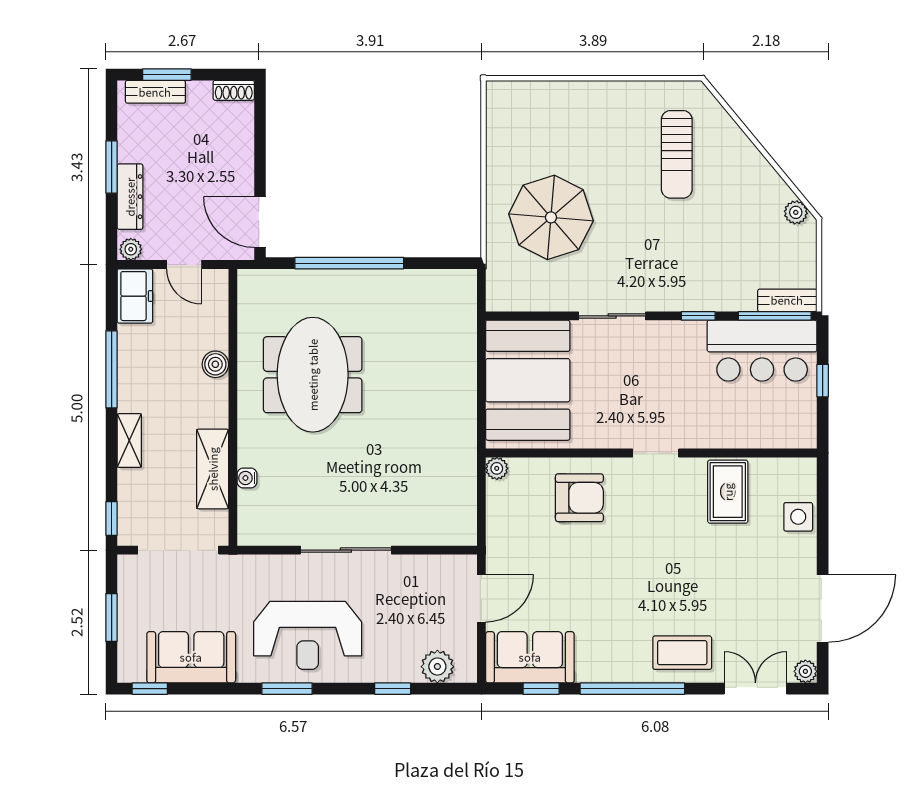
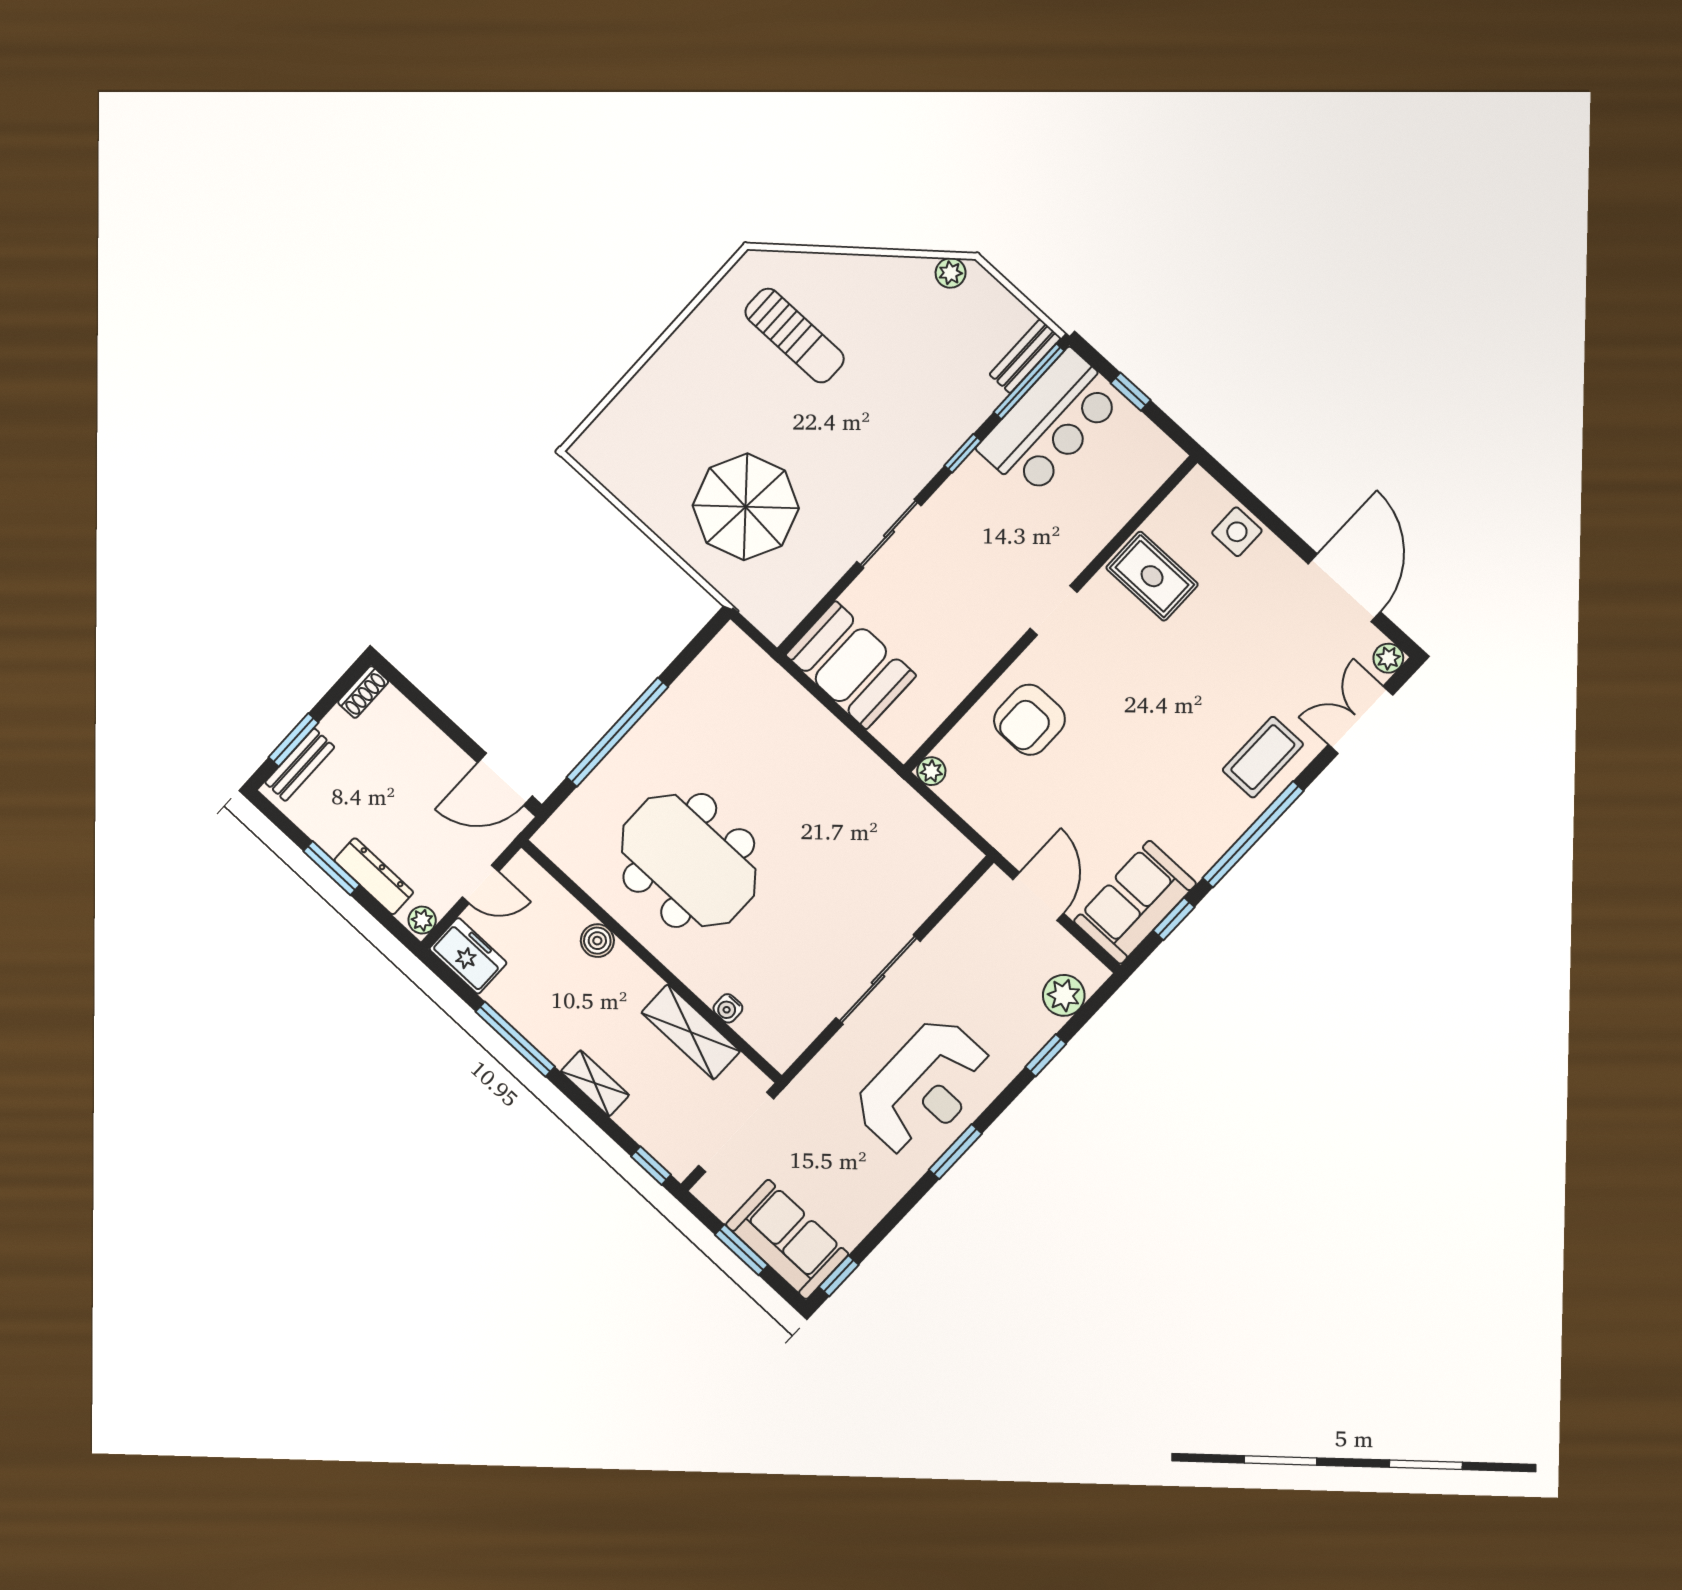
booth: (528, 380) -> (851, 665), width x0.73, depth x0.70
armchair: (579, 498) -> (1029, 720), turned 180
sofa: (191, 657) -> (787, 1239), moved, turned 90

